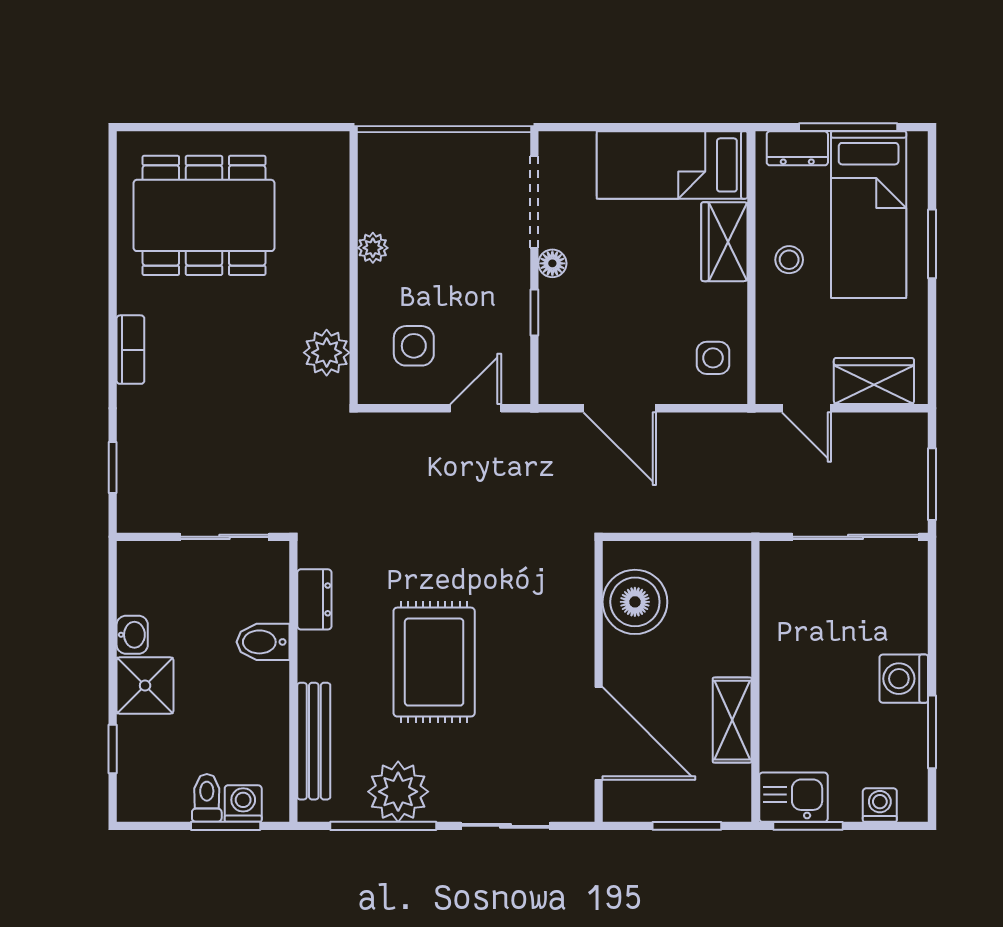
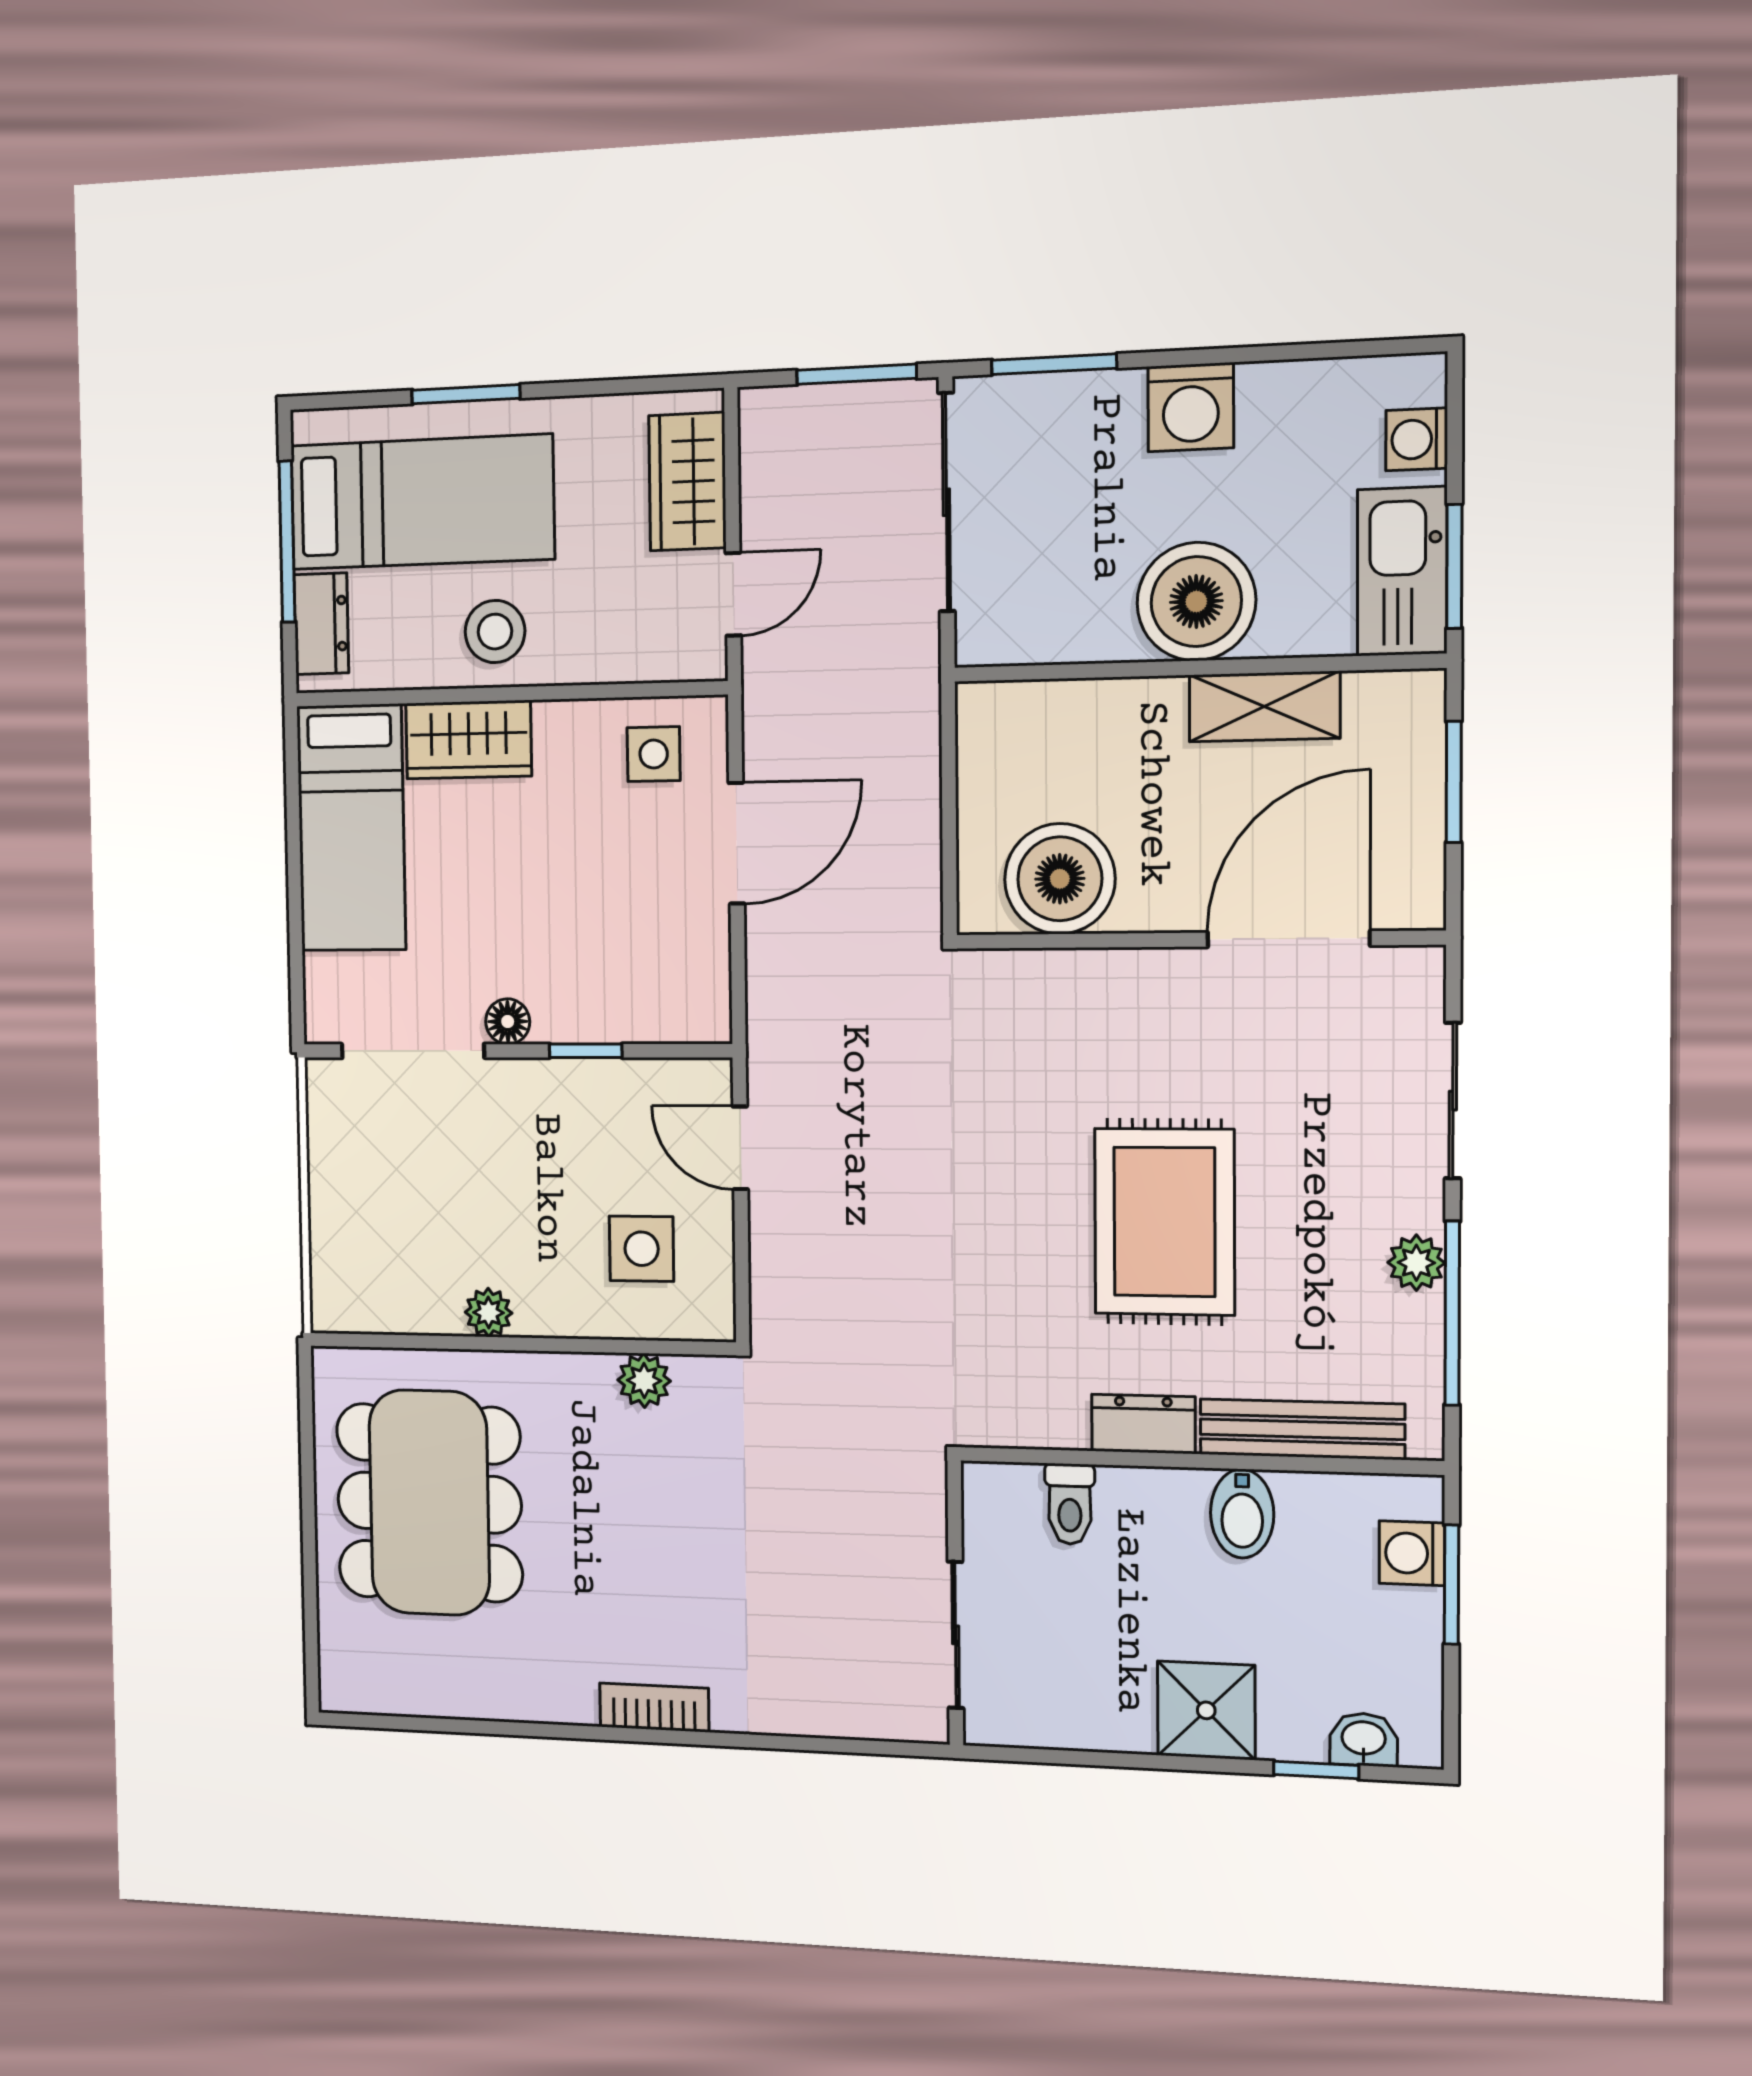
dining table: (204, 215) -> (429, 1503), moved
stool: (789, 260) -> (495, 632), width x1.37, depth x1.37
plant: (327, 353) -> (644, 1381), width x0.73, depth x0.73
door: (620, 408) -> (736, 843), moved
window: (113, 467) -> (843, 1746), removed
sliding door: (224, 537) -> (956, 1635), moved
dresser: (314, 599) -> (1143, 1424), moved
washbasin: (132, 635) -> (1364, 1739), moved
bidet: (263, 642) -> (1242, 1514), moved
rug: (434, 662) -> (1164, 1222), turned 90
boiler: (793, 681) -> (1196, 602), added
window: (932, 732) -> (1054, 364), moved
plant: (398, 792) -> (1416, 1263), width x0.53, depth x0.53
kitchen sink: (793, 797) -> (1402, 571), width x1.38
toilet: (207, 798) -> (1070, 1504), moved, turned -90

